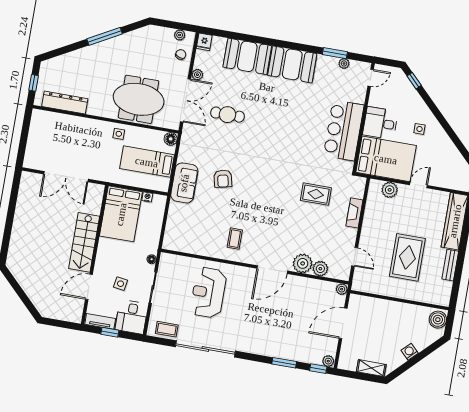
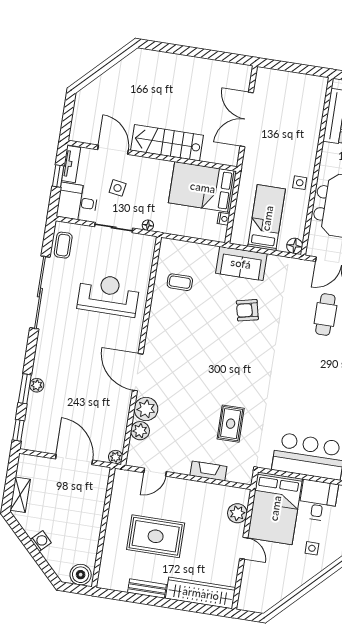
coffee table: (235, 239) -> (180, 282), moved
plant: (328, 361) -> (37, 385), moved

